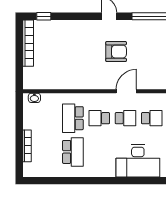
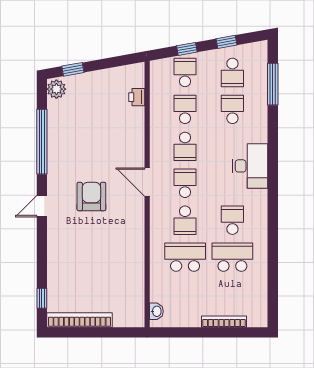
school desk: (73, 118) -> (185, 257), turned 180
school desk: (152, 118) -> (185, 146), turned 180
school desk: (99, 152) -> (232, 220), added
desk: (138, 161) -> (250, 166), width x0.73, depth x0.77

